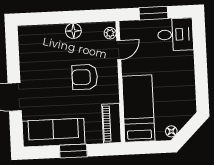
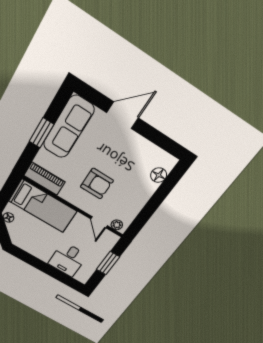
floor lamp: (73, 31) -> (159, 175), moved
desk: (175, 34) -> (68, 259), moved
armchair: (85, 77) -> (97, 184), turned 90

